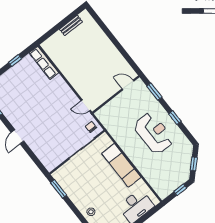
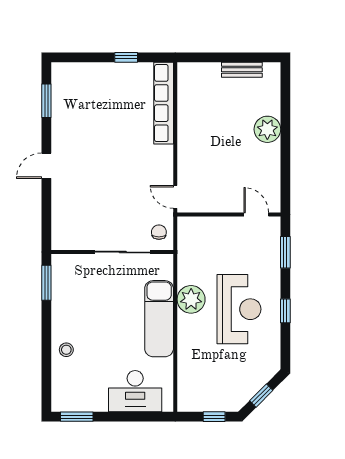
plant: (103, 43) -> (267, 129), added
row of seats: (44, 63) -> (164, 103), width x1.36
plant: (129, 146) -> (191, 299), added

